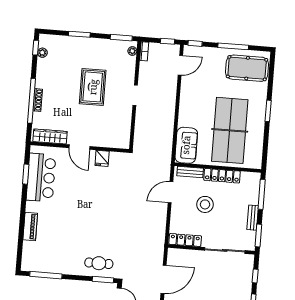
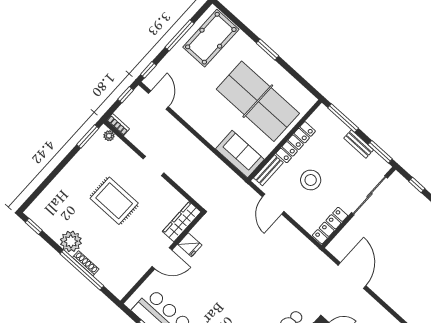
window: (79, 34) -> (53, 174), removed
plant: (42, 53) -> (71, 241), moved, width x1.88, depth x1.88
wardrobe: (50, 137) -> (182, 222), moved

